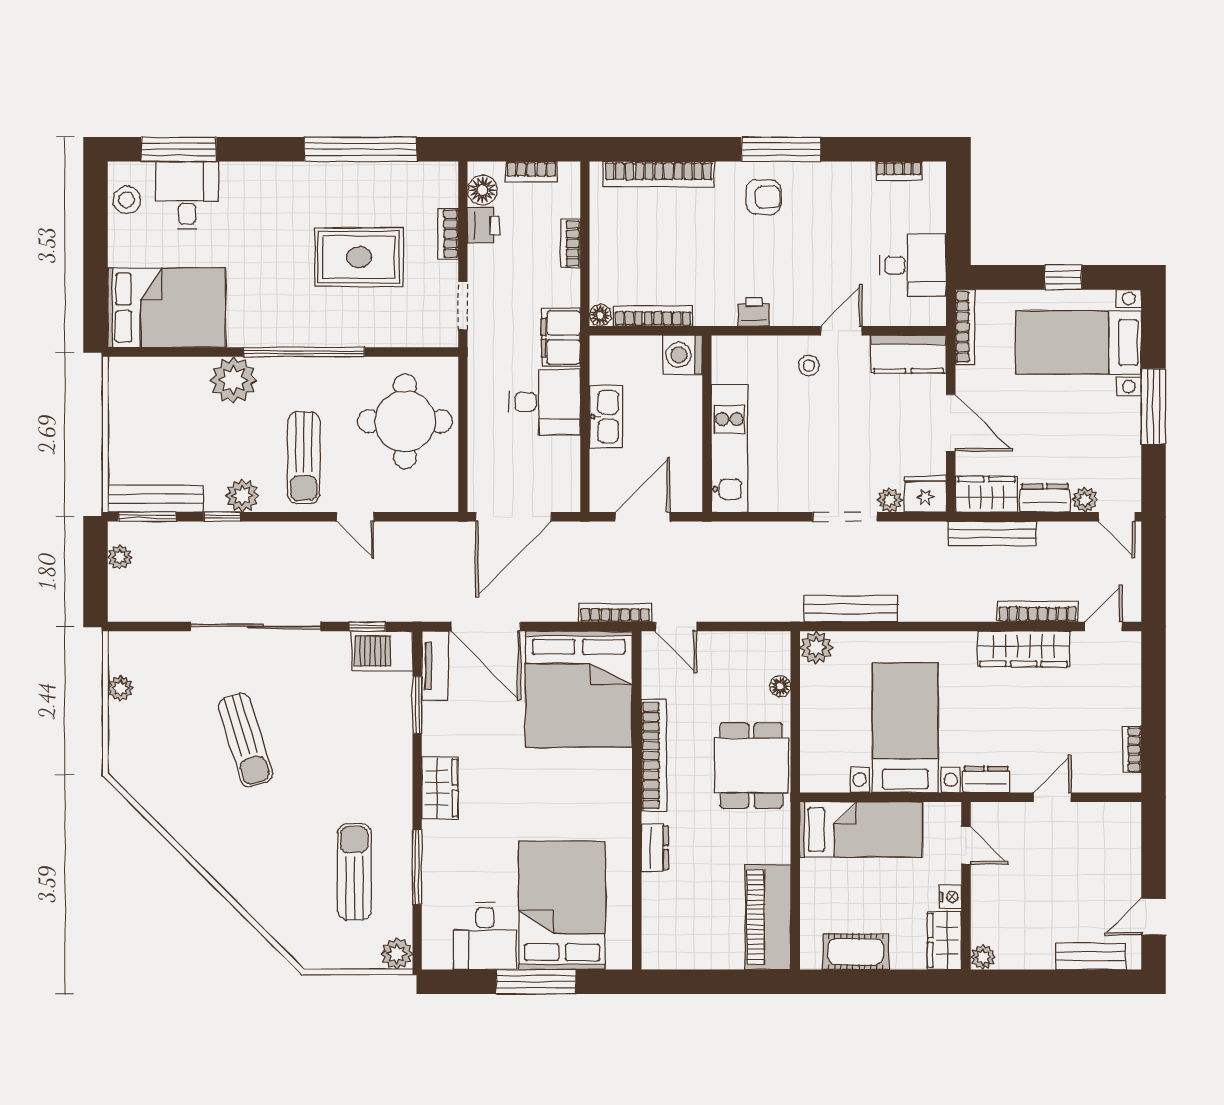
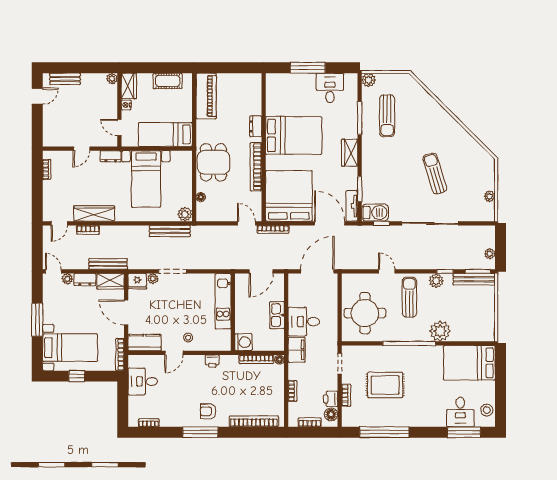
bookcase: (1038, 611) -> (88, 230), width x0.64
bed: (562, 905) -> (294, 135), moved, turned -90

